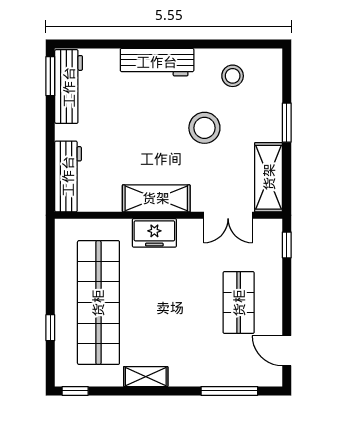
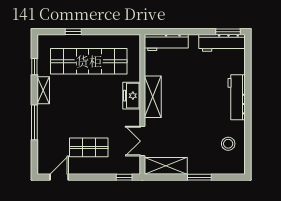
stool: (204, 128) -> (196, 126), removed
window: (75, 391) -> (34, 67), moved
window: (229, 391) -> (34, 122), moved

